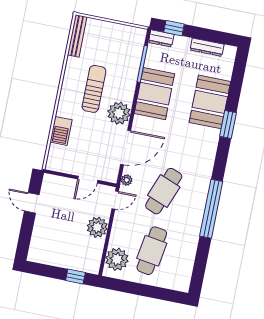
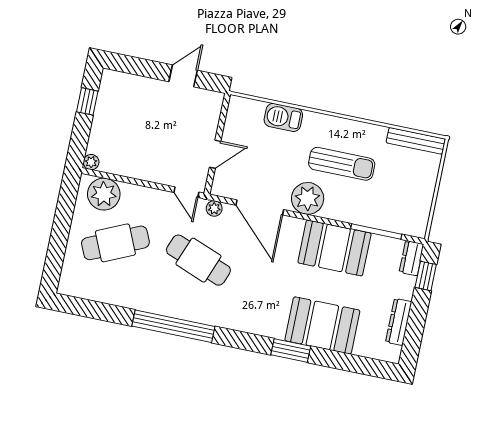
door: (88, 180) -> (215, 154), swing flipped
plant: (97, 227) -> (91, 162), moved, width x0.53, depth x0.53
cafe table: (152, 251) -> (115, 243), turned -33
window: (75, 277) -> (87, 101), moved

